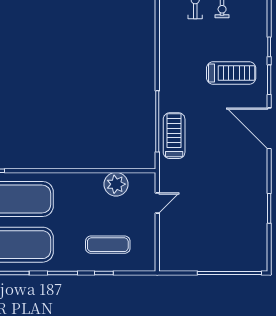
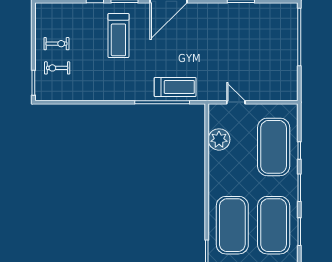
treadmill: (231, 73) -> (118, 35), turned 180
treadmill: (174, 136) -> (175, 87), turned 180
exercise mat: (108, 245) -> (274, 147), width x2.00, depth x1.45

